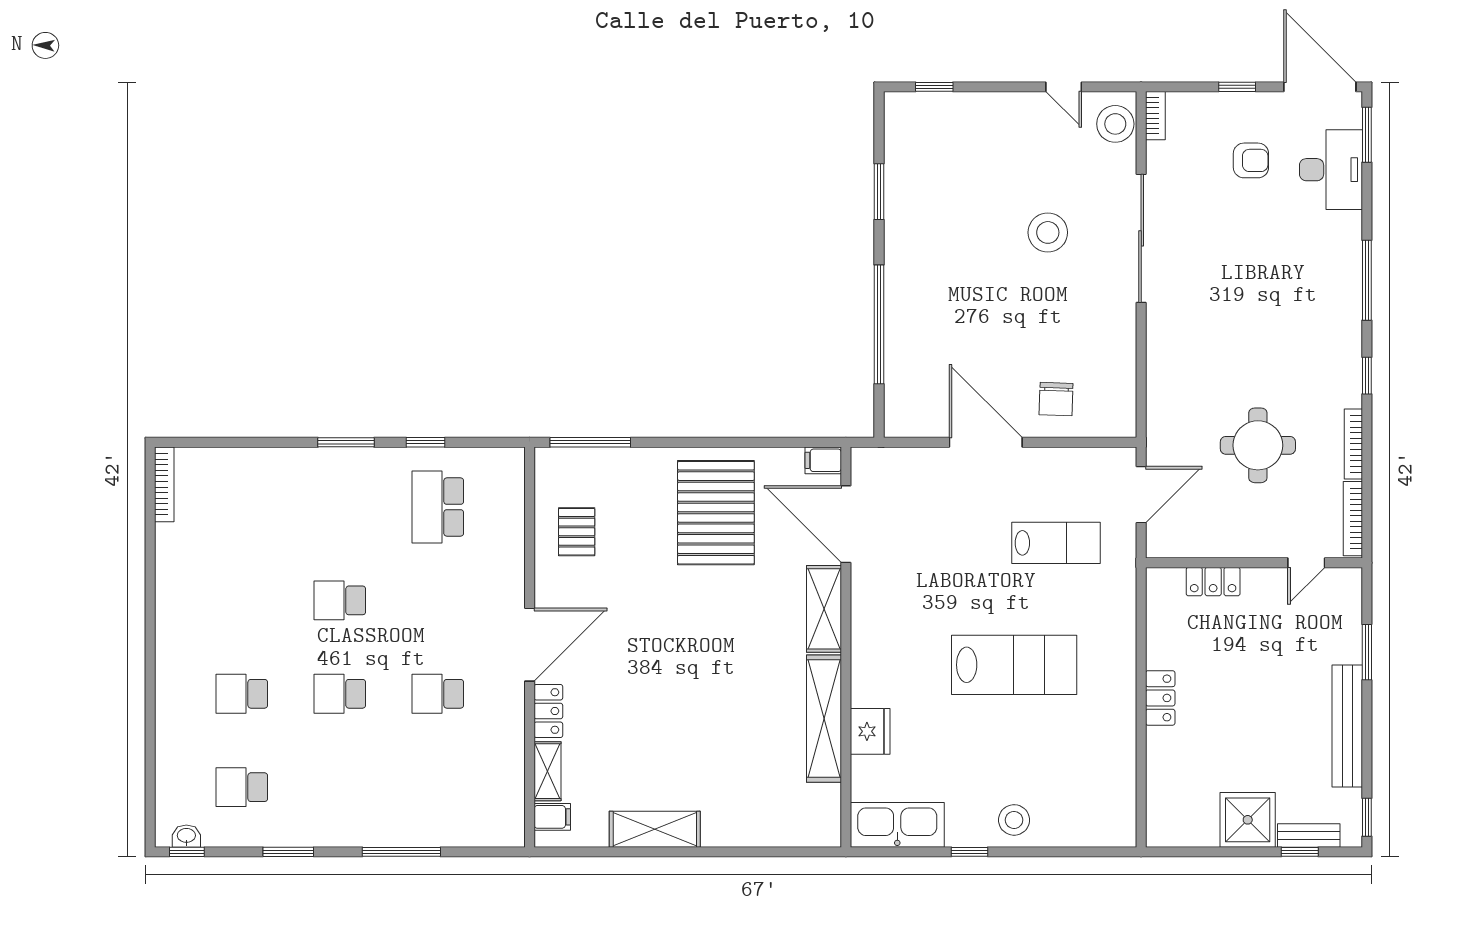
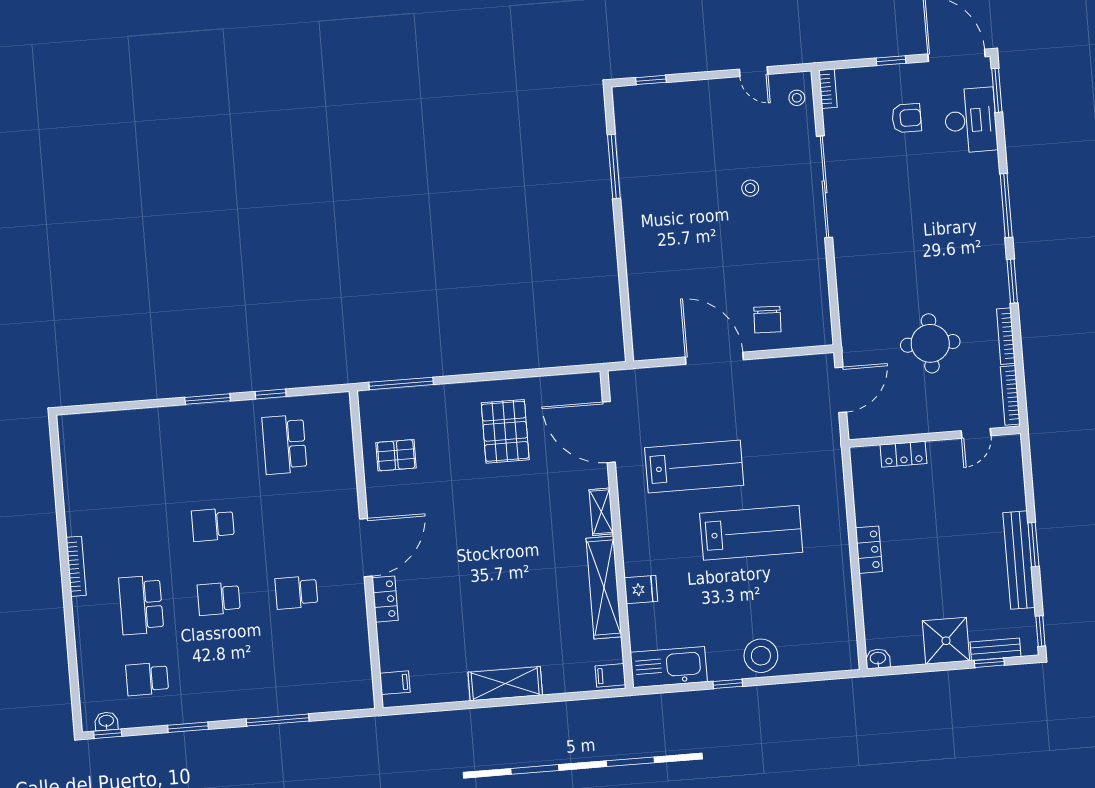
stool: (1115, 124) -> (797, 98), width x0.53, depth x0.53
window: (879, 192) -> (614, 166), width x1.44
stool: (1048, 232) -> (750, 188), width x0.53, depth x0.53
window: (879, 324) -> (622, 272), removed
window: (1367, 376) -> (1012, 281), width x1.50
filing cabinet: (823, 460) -> (610, 675), moved
bookcase: (164, 484) -> (76, 566), moved
pallet: (716, 513) -> (505, 431), width x0.73, depth x0.71
pallet: (577, 532) -> (396, 455), turned 90
lab bench: (1056, 543) -> (694, 467), moved, width x1.36, depth x1.39
shelving: (824, 609) -> (601, 512), width x0.67, depth x0.75
window: (1367, 652) -> (1033, 545), moved
school desk: (242, 694) -> (141, 605), width x1.85
fridge: (870, 731) -> (641, 590), width x0.72
shelving: (547, 771) -> (388, 647), removed
stool: (1014, 820) -> (761, 656), width x1.38, depth x1.38
shelving: (655, 829) -> (505, 684), moved
washbasin: (1160, 835) -> (878, 659), added

